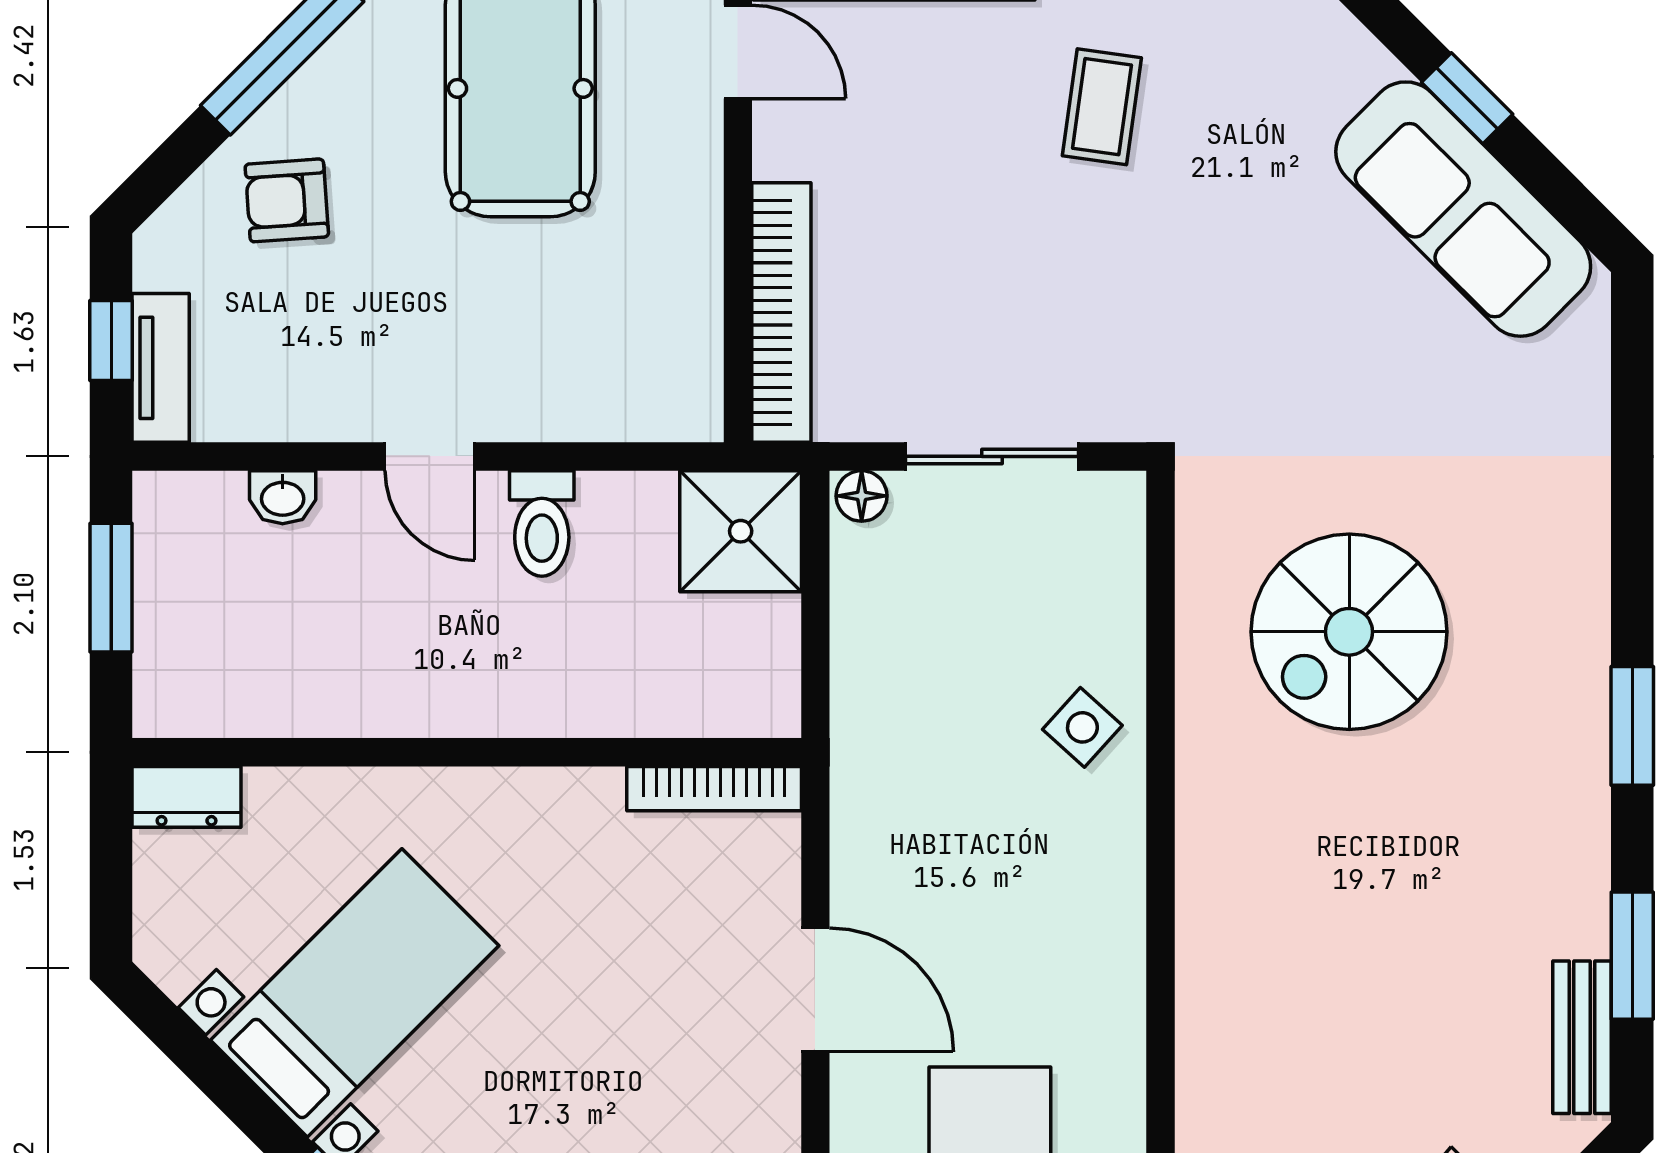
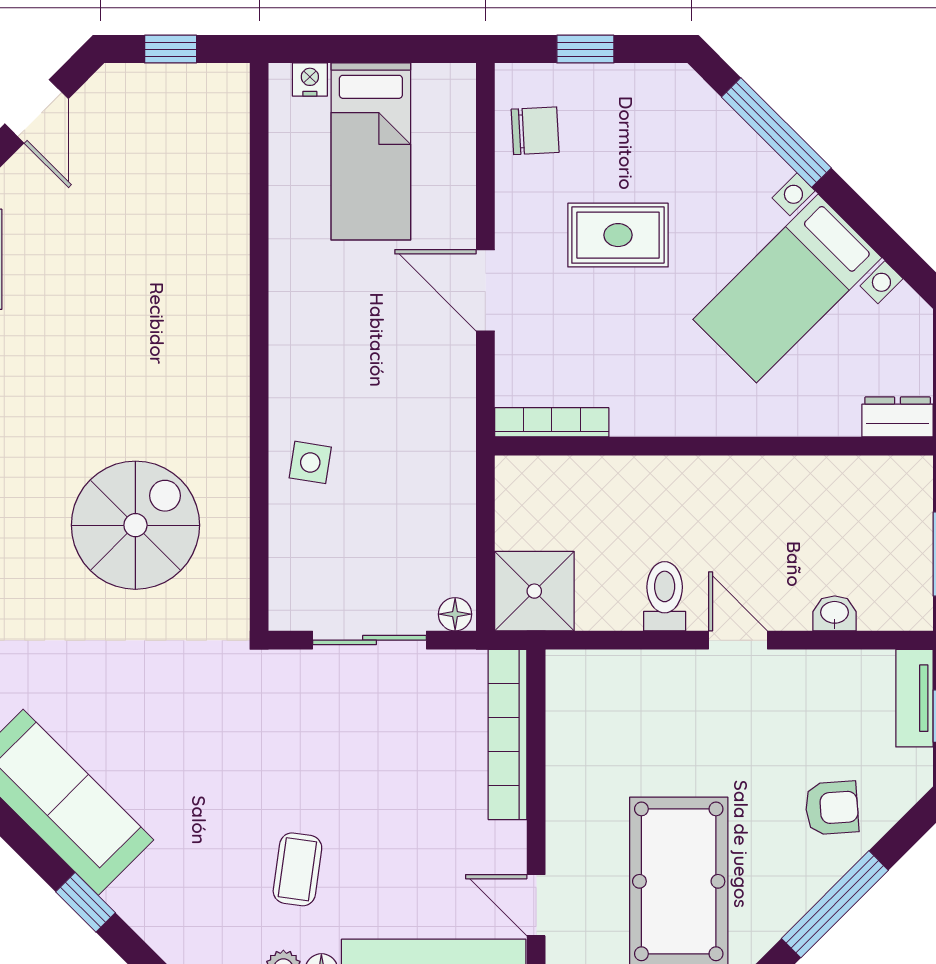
window: (1467, 98) -> (86, 902), moved
side table: (1082, 727) -> (310, 462), turned -33
rug: (613, 1074) -> (618, 235), added

